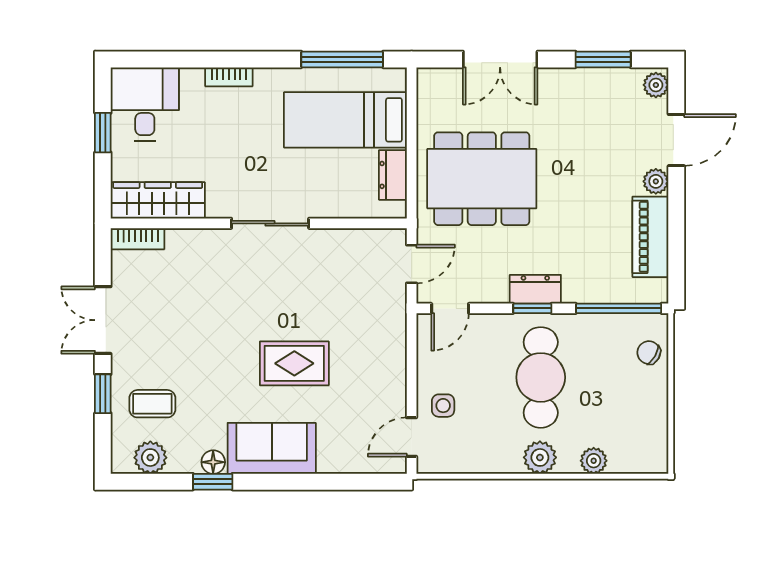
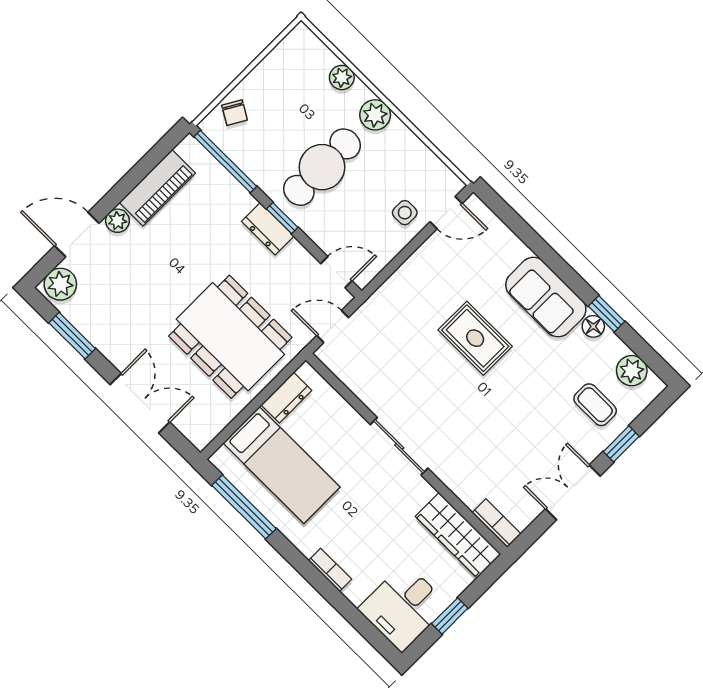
plant: (656, 85) -> (60, 284), width x1.38, depth x1.38
double door: (103, 320) -> (573, 492), swing flipped

